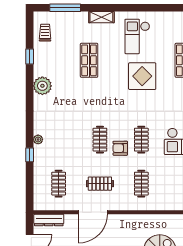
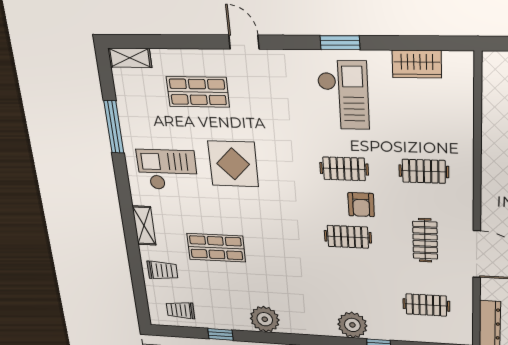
window: (65, 8) -> (114, 127), moved
trolley: (72, 25) -> (163, 270), added
checkout: (137, 36) -> (167, 170), turned 180
plant: (38, 139) -> (352, 325), width x1.88, depth x1.88

